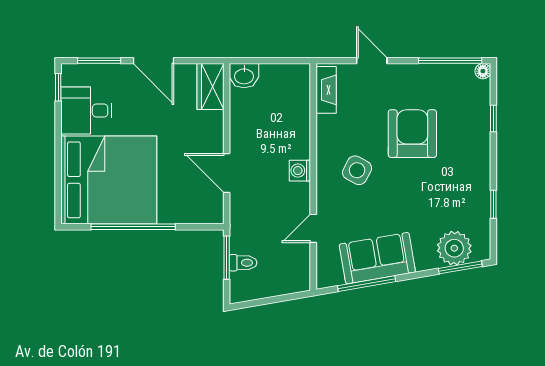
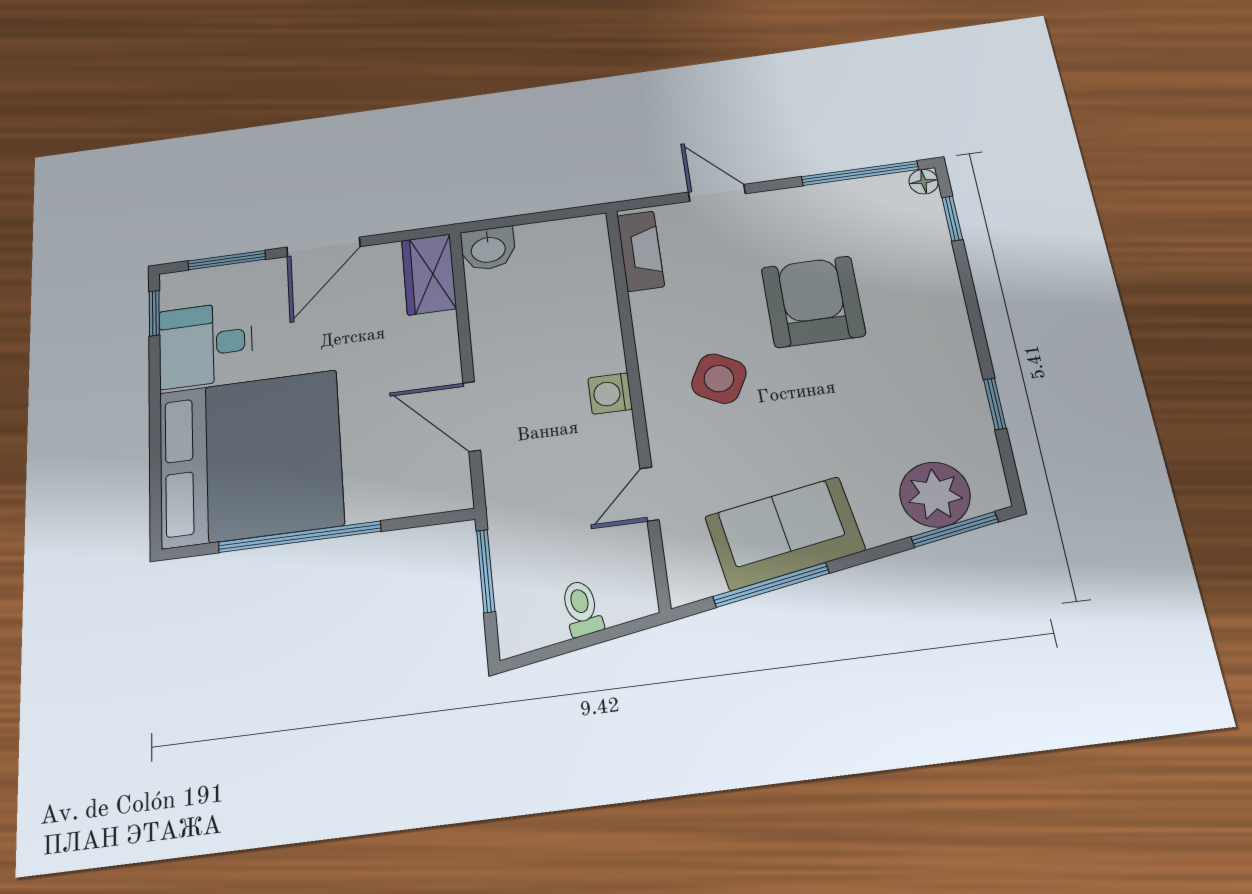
door: (153, 61) -> (323, 247), hinge flipped
window: (493, 119) -> (952, 218), moved
toilet: (243, 263) -> (582, 608), moved, turned -100

